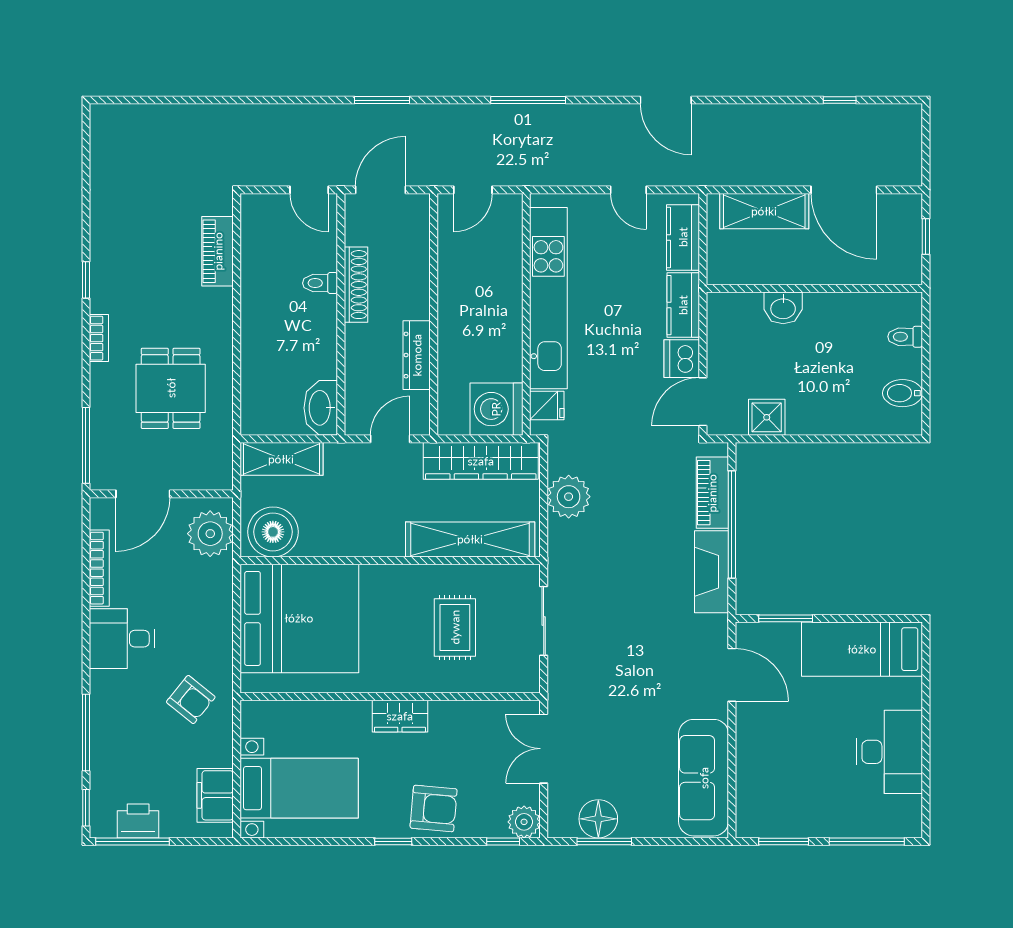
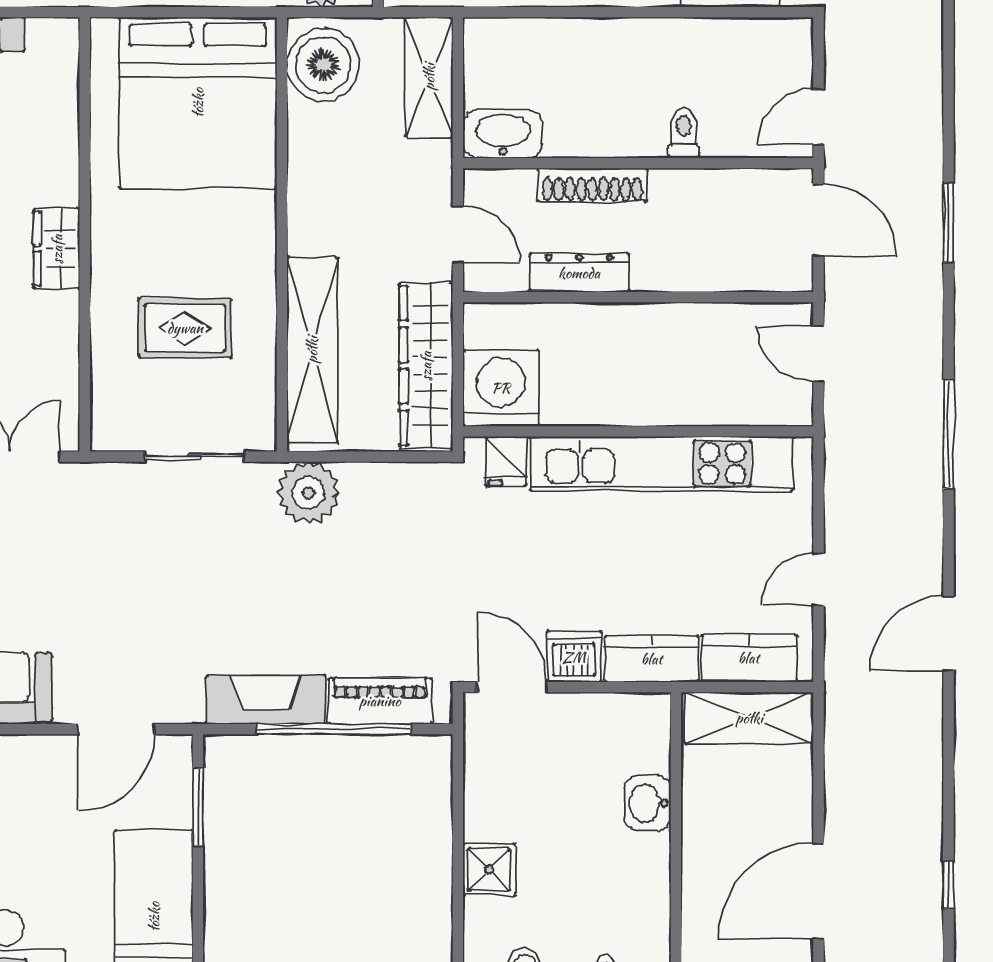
shelving: (764, 211) -> (749, 718), moved, turned 90
shoe rack: (356, 285) -> (592, 185), moved
shower: (767, 417) -> (489, 870), moved
plant: (569, 497) -> (308, 493), moved

